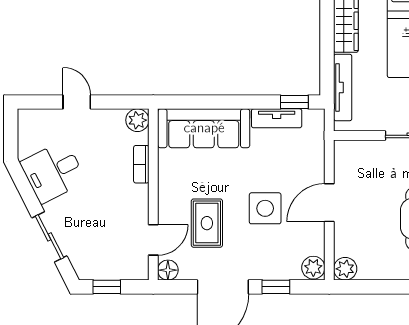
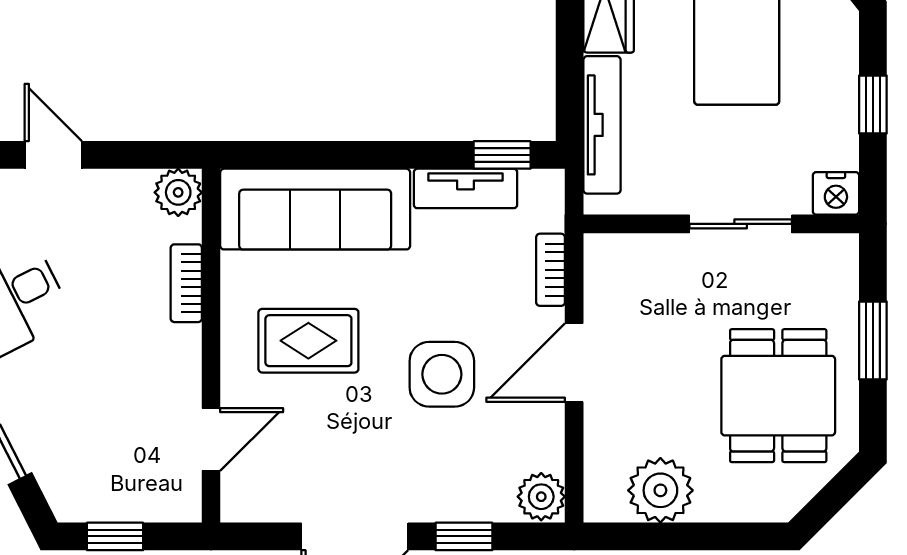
bookcase: (318, 158) -> (551, 270), added
rug: (207, 223) -> (308, 341), moved, turned 90
plant: (345, 269) -> (660, 490), moved, width x1.36, depth x1.36
floor lamp: (168, 270) -> (241, 502), removed

